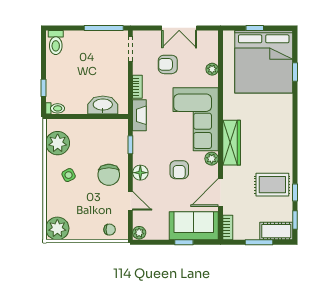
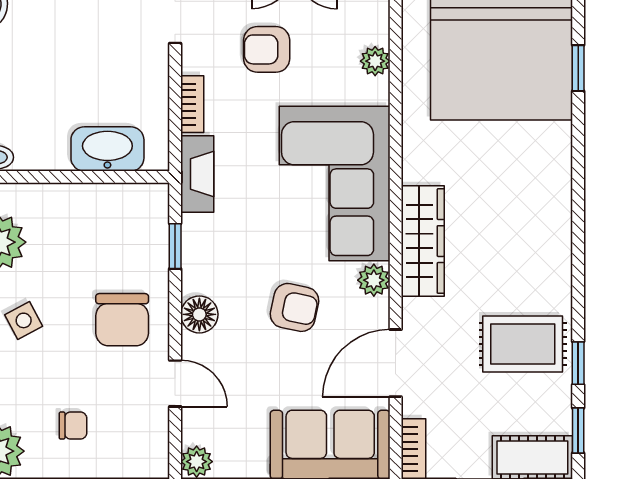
armchair: (179, 170) -> (294, 307), turned -78
chair: (110, 230) -> (73, 426), moved

